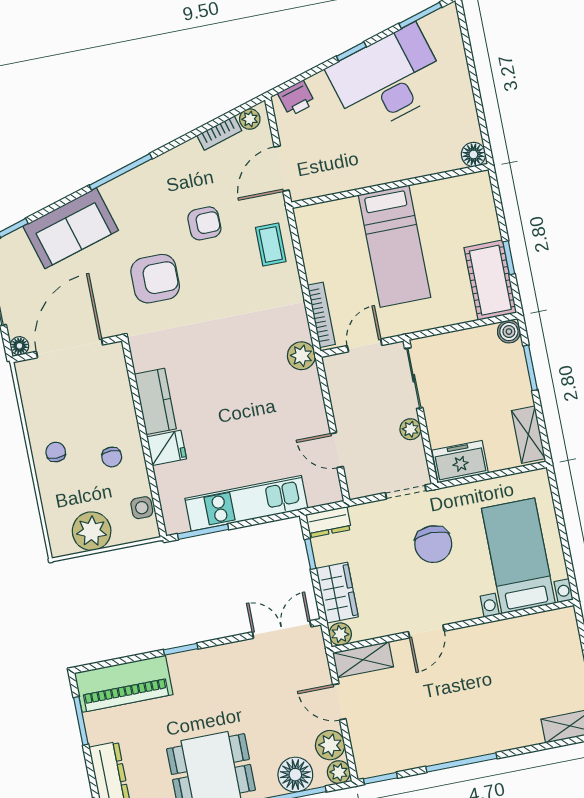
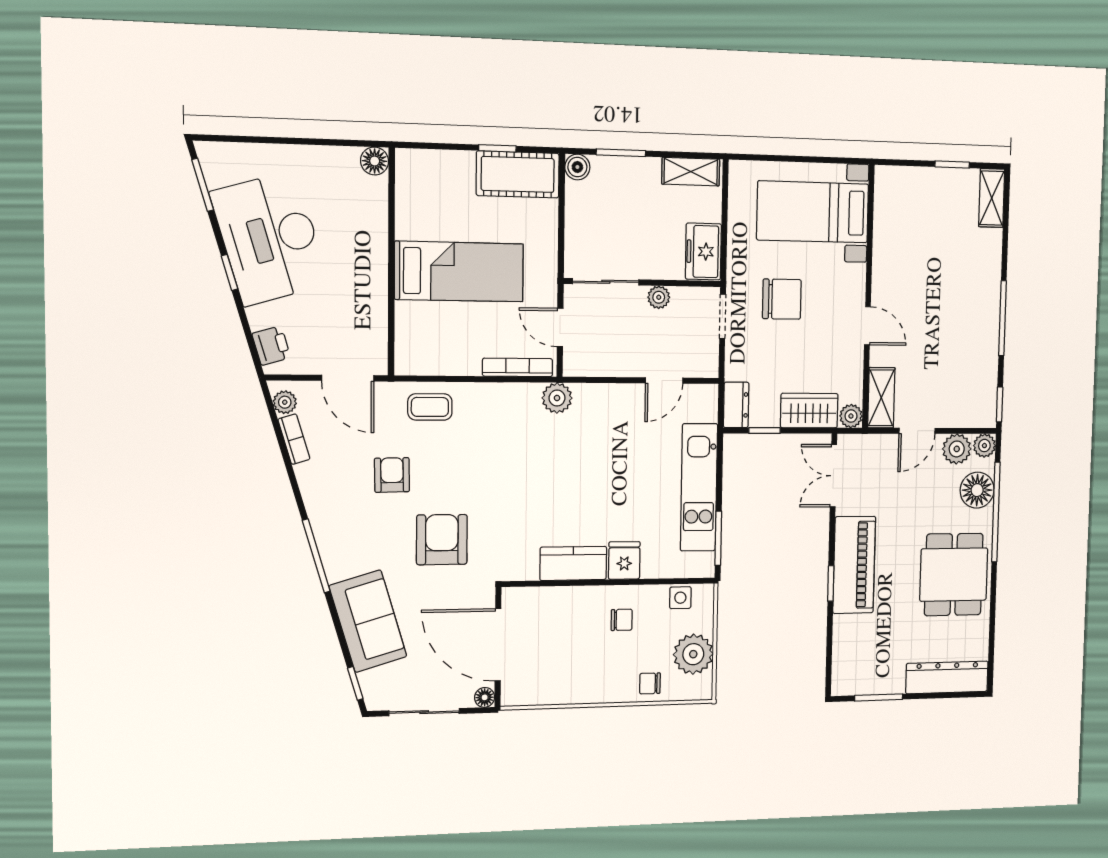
chair: (56, 452) -> (650, 683), moved
piano: (124, 684) -> (854, 565), moved

